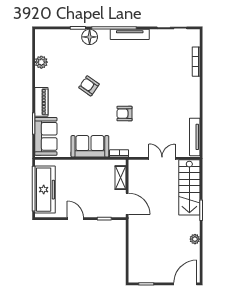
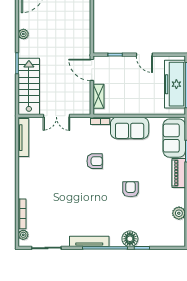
plant: (195, 41) -> (23, 235), added
armchair: (89, 86) -> (131, 189), turned -125

